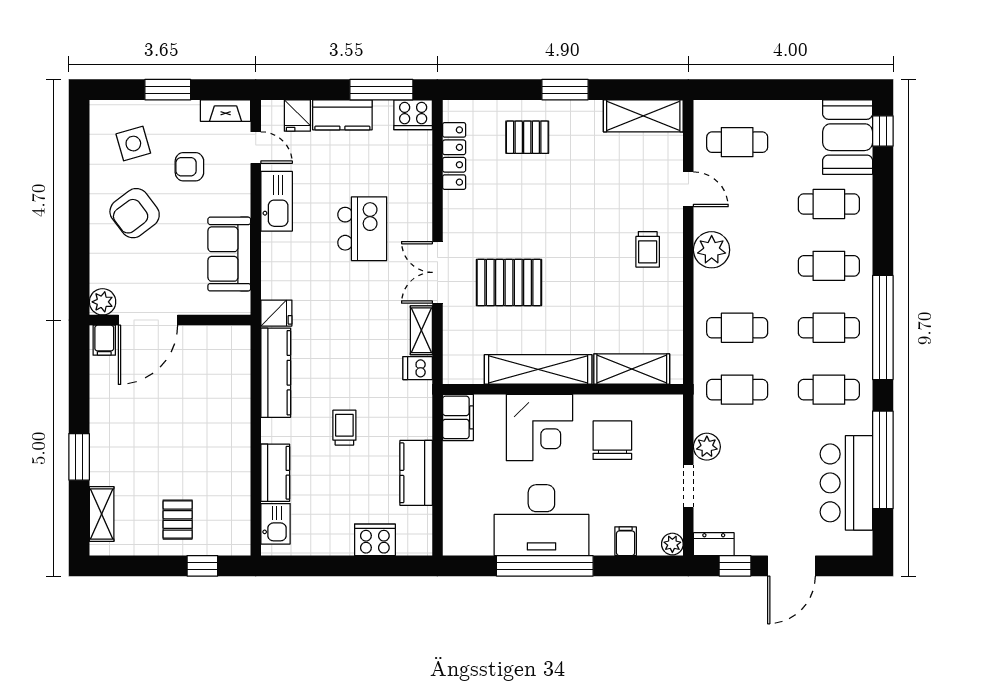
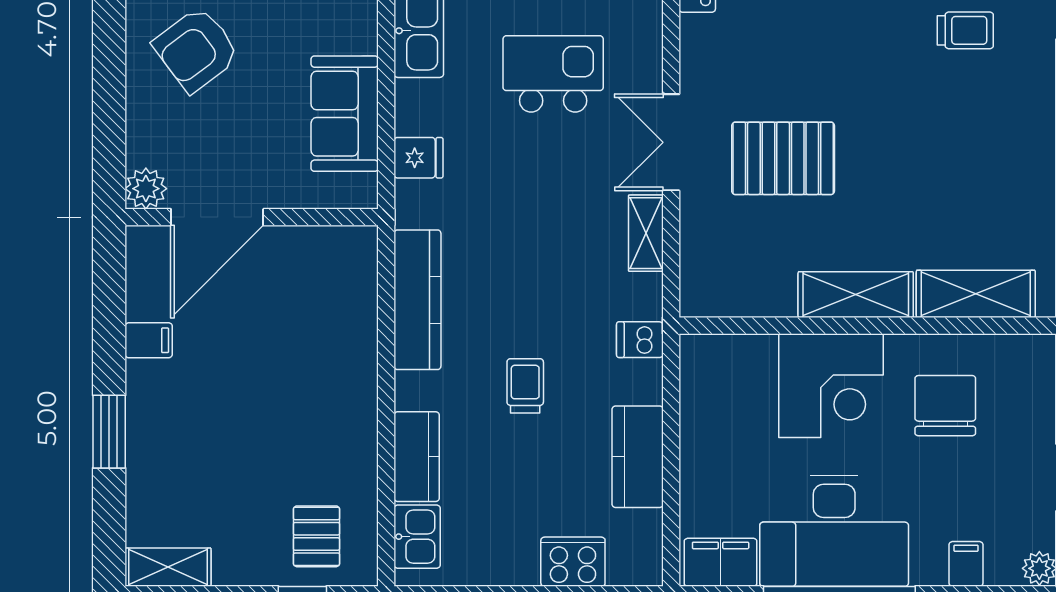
kitchen island: (362, 229) -> (553, 74), turned -90
trolley: (648, 249) -> (965, 30), moved, turned -90
fridge: (276, 313) -> (418, 158), moved
filing cabinet: (104, 340) -> (149, 340), moved, turned -90
dishwasher: (418, 368) -> (640, 340), moved
shelving: (538, 369) -> (856, 295), width x0.68
filing cabinet: (458, 417) -> (721, 562), moved, turned -90
shelving: (102, 514) -> (168, 567), moved, turned 90
pallet: (178, 520) -> (316, 536), moved

